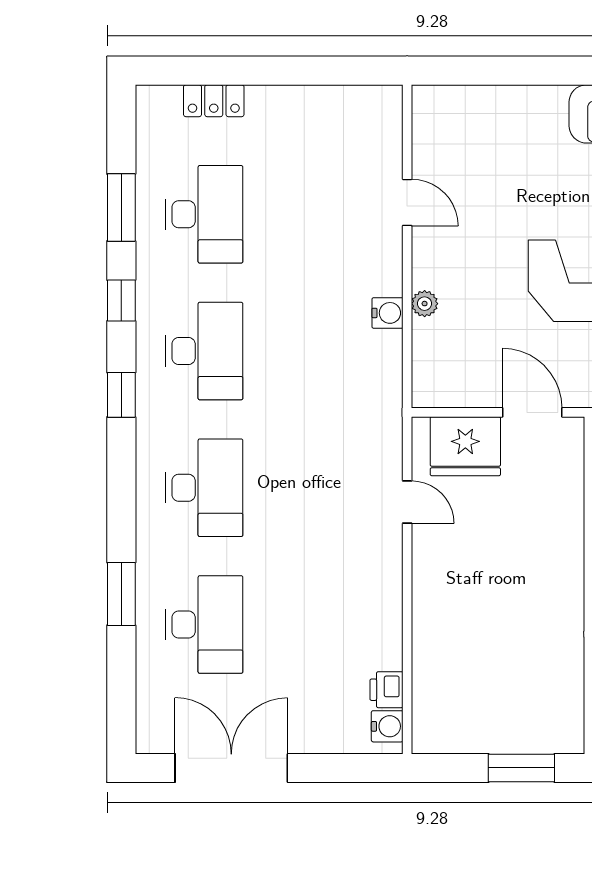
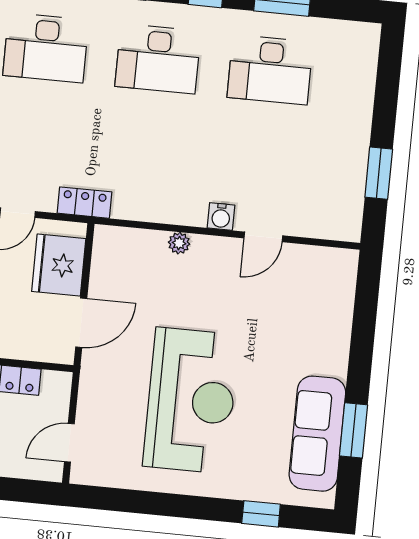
window: (316, 71) -> (379, 173), added
locker: (214, 101) -> (84, 203), moved, turned 90
water cooler: (387, 313) -> (221, 217), moved

